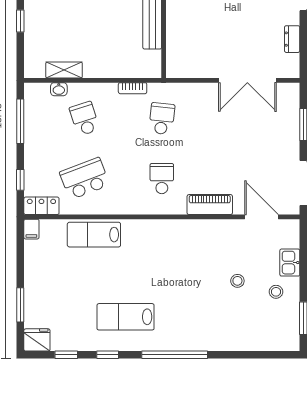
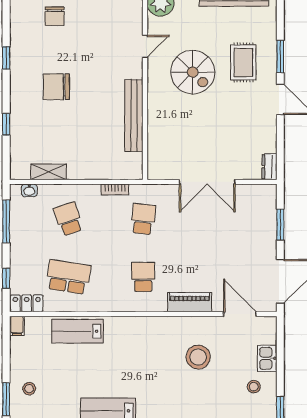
dresser: (292, 39) -> (269, 167), moved
double door: (247, 80) -> (207, 182), moved
washbasin: (59, 89) -> (29, 190), moved
school desk: (84, 179) -> (68, 277), turned 30
stool: (237, 281) -> (198, 357), moved, width x1.89, depth x1.89
stool: (44, 294) -> (29, 389), added

